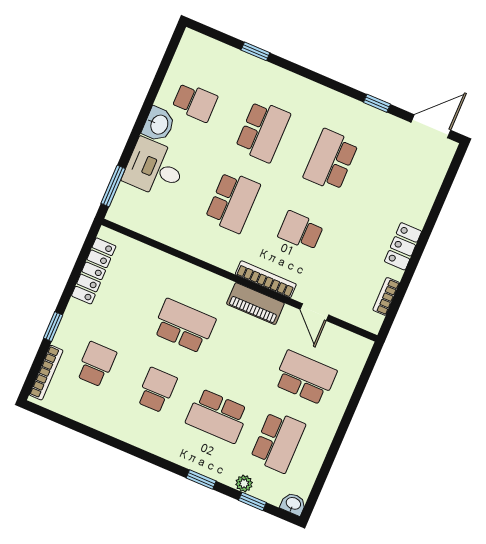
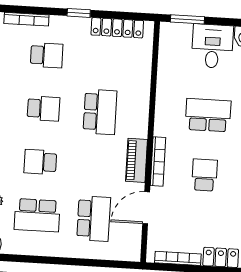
school desk: (233, 202) -> (208, 115), turned 180
bookcase: (386, 296) -> (178, 258), width x1.56
door: (314, 312) -> (146, 208), width x1.38
window: (53, 327) -> (79, 13), moved
school desk: (217, 416) -> (40, 162), width x0.54

